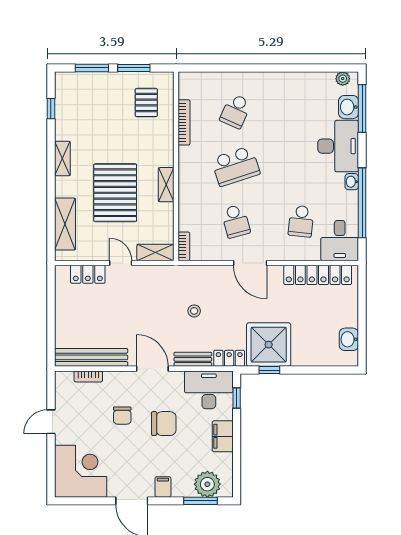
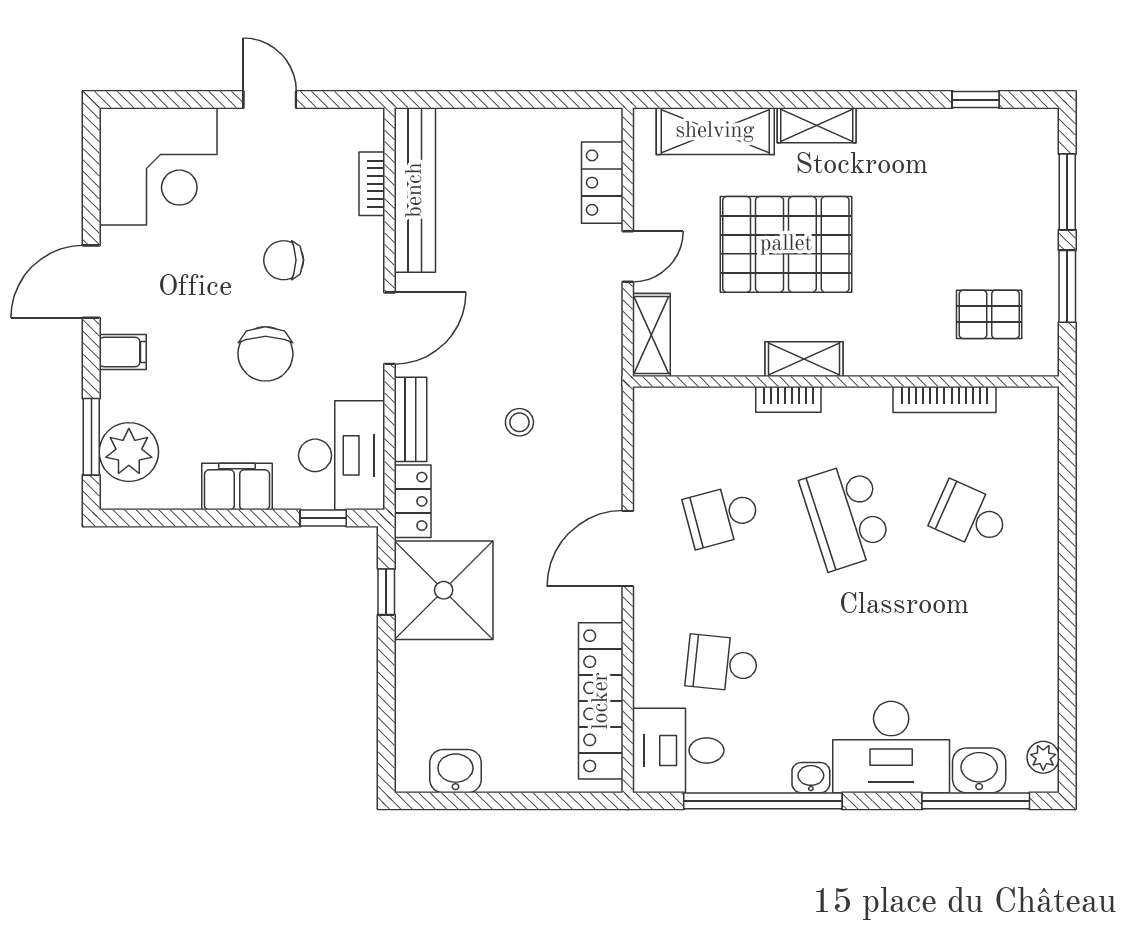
shelving: (62, 158) -> (817, 125), moved
bookcase: (184, 246) -> (788, 399), moved

